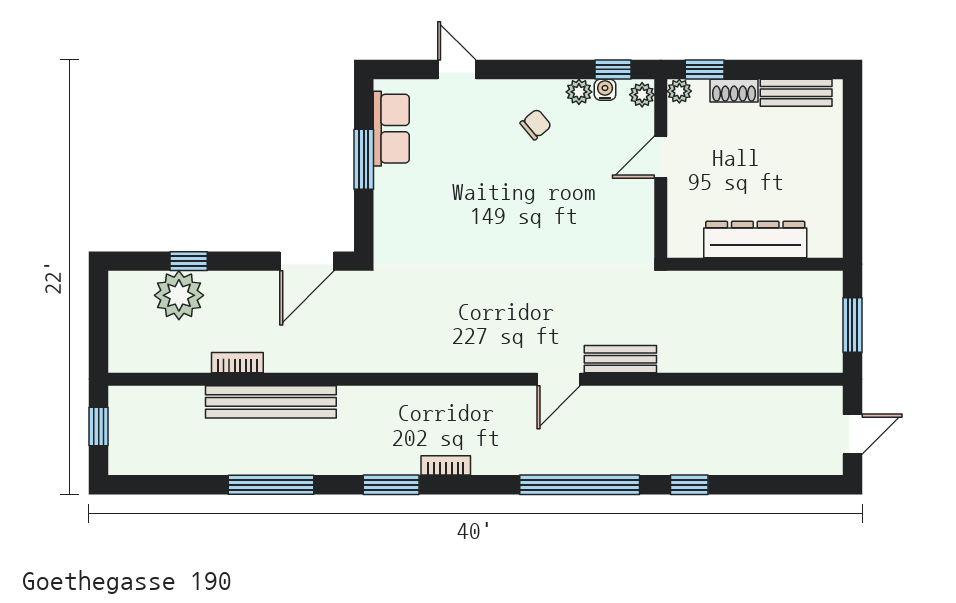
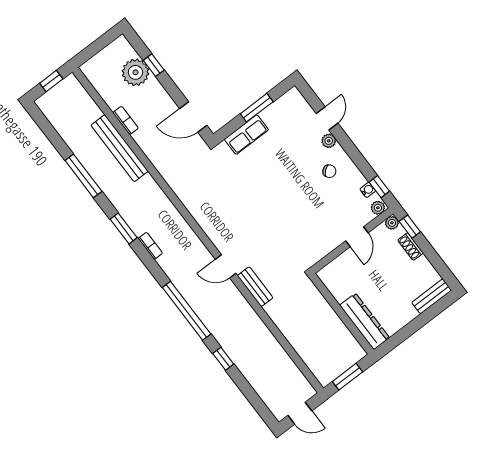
plant: (579, 92) -> (329, 141), moved
bench: (796, 93) -> (432, 296), moved, turned 90
row of seats: (391, 129) -> (246, 135), moved
door: (661, 157) -> (357, 237), swing flipped
dresser: (755, 240) -> (365, 321), moved

